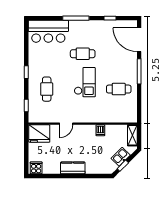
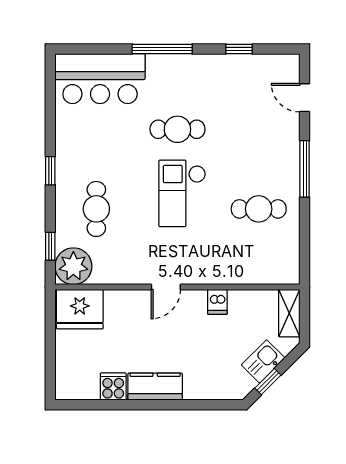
door: (139, 40) -> (305, 98), width x0.53
checkout: (85, 82) -> (182, 193), turned 180
plant: (37, 114) -> (73, 266), added
door: (66, 124) -> (166, 287), moved
cooker: (36, 168) -> (113, 387), moved

